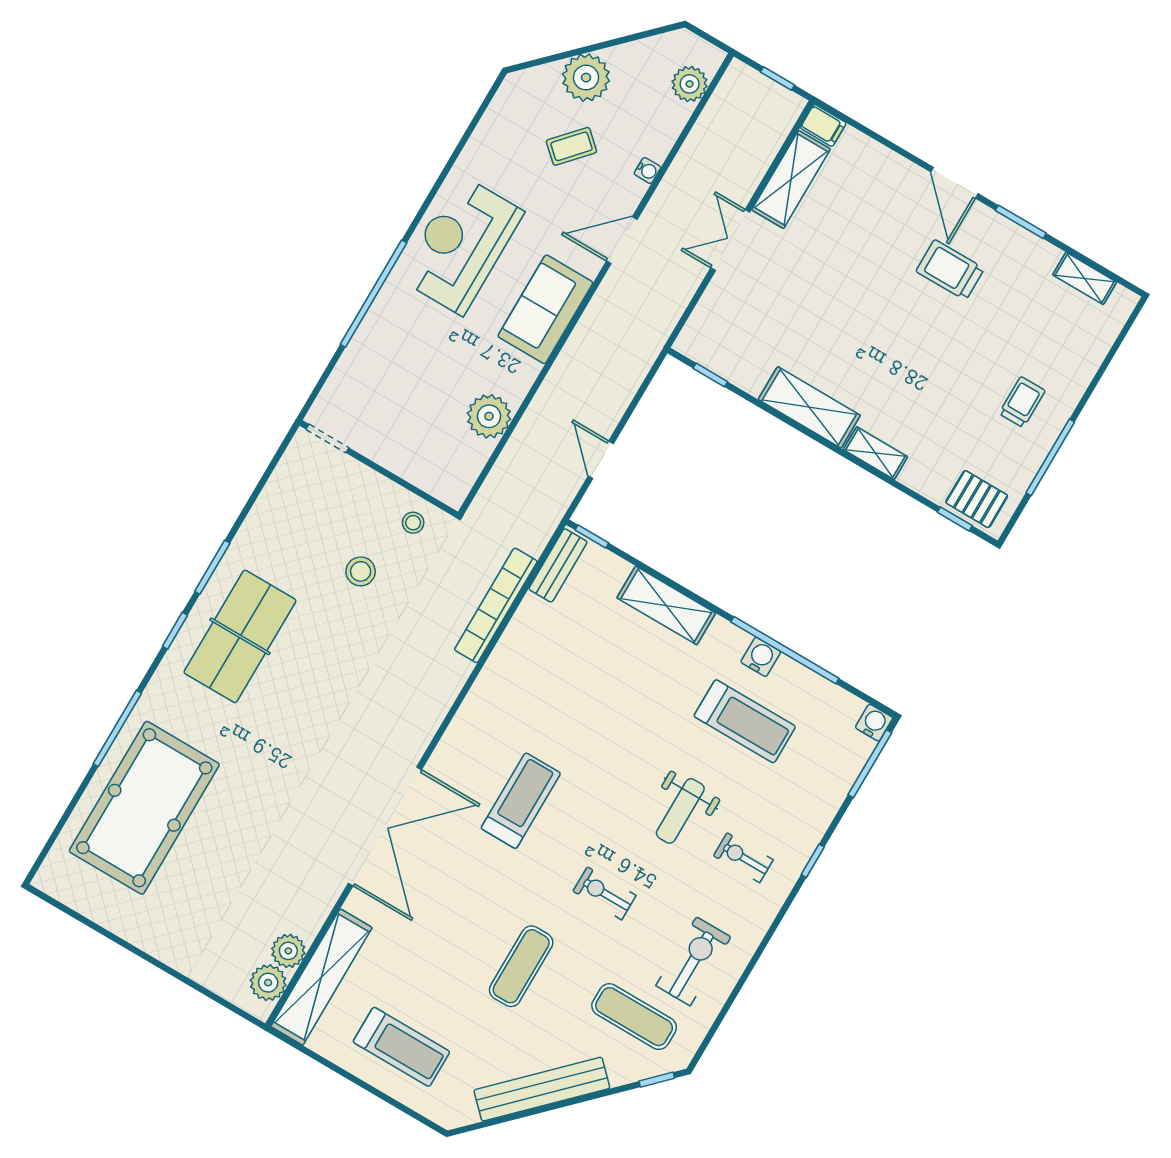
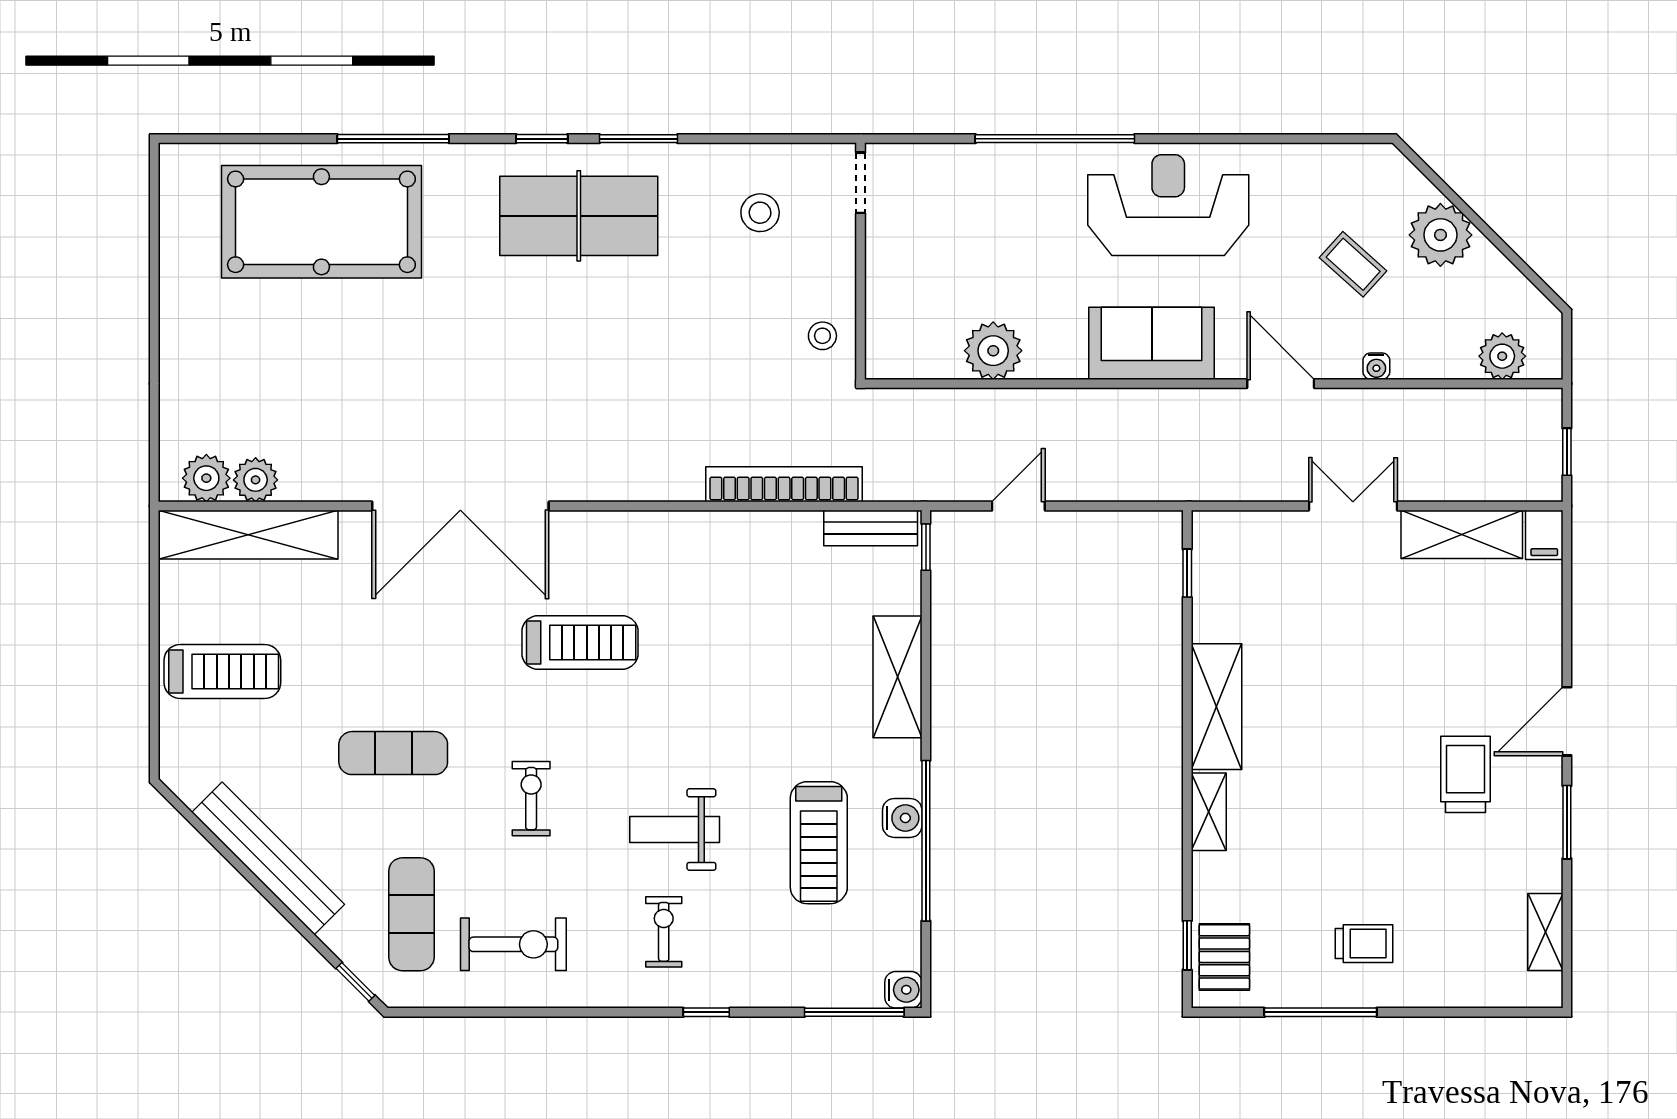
stool: (361, 571) -> (760, 213), moved
treadmill: (401, 1047) -> (222, 671), turned -90

